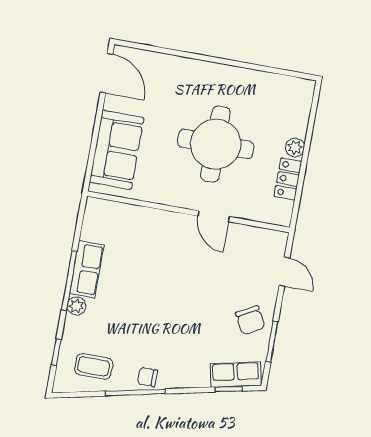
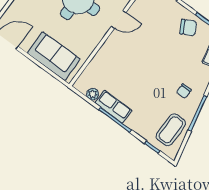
plant: (76, 306) -> (93, 94), moved
coffee table: (94, 366) -> (171, 130), width x1.36, depth x1.30
chair: (148, 377) -> (184, 91), moved

